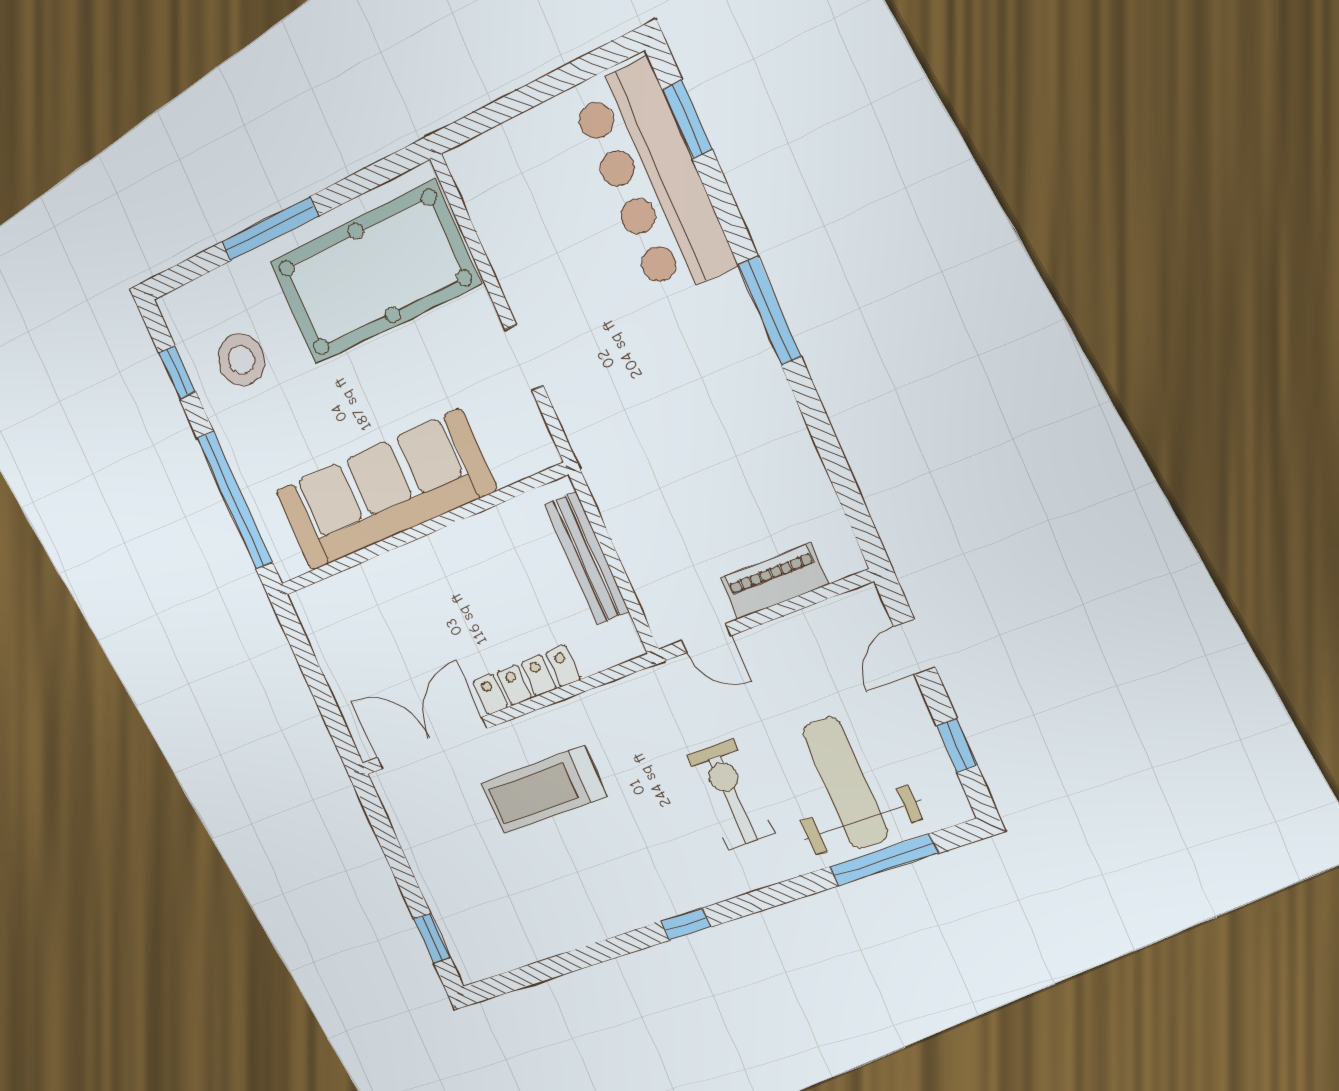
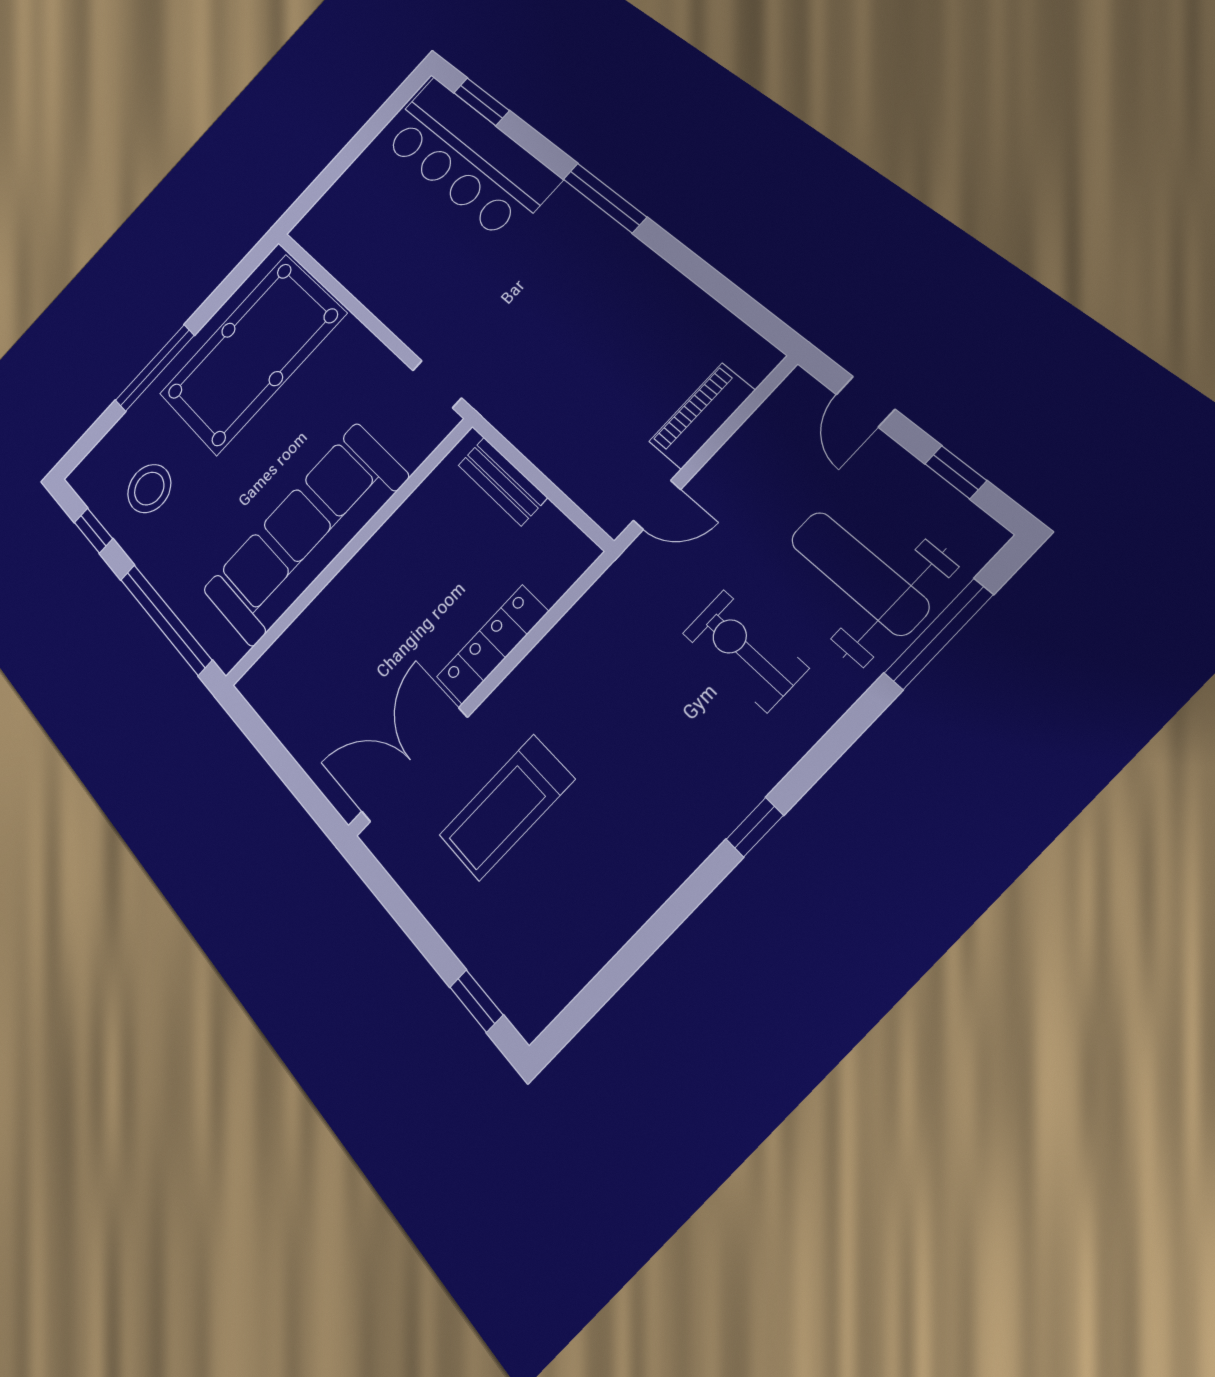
doorway: (524, 358) -> (437, 384), moved
bench: (587, 558) -> (502, 481), width x0.73
treadmill: (544, 790) -> (507, 807), moved

